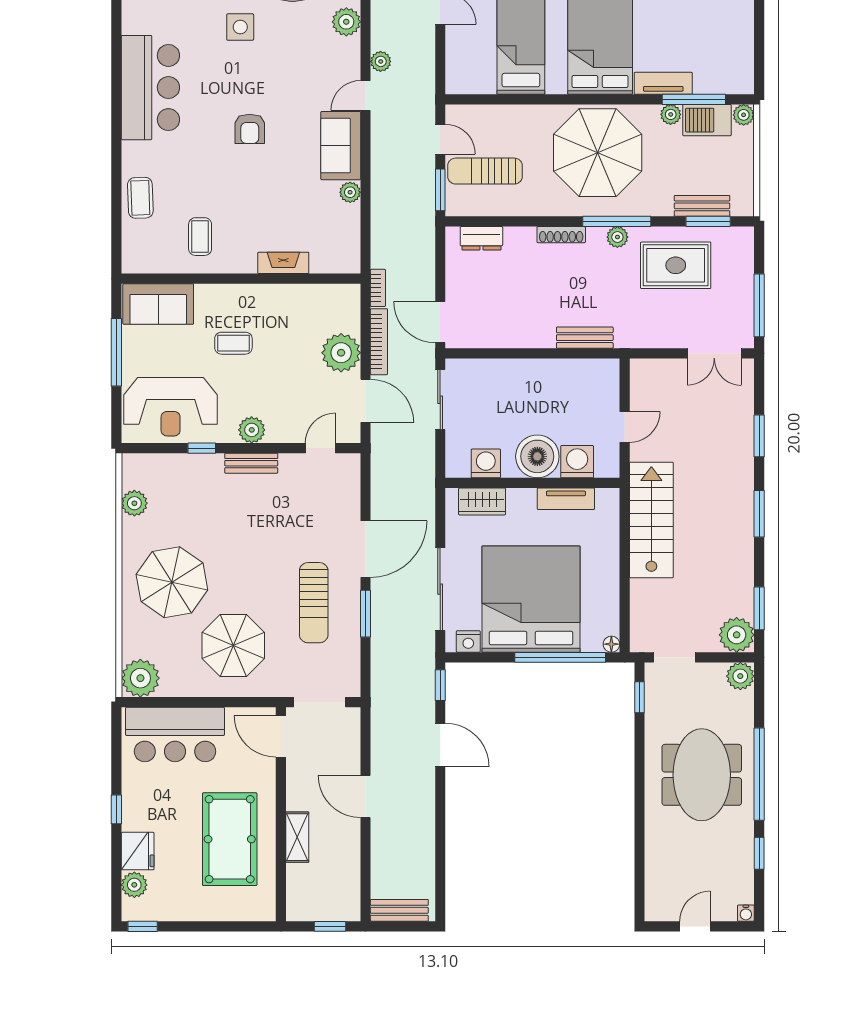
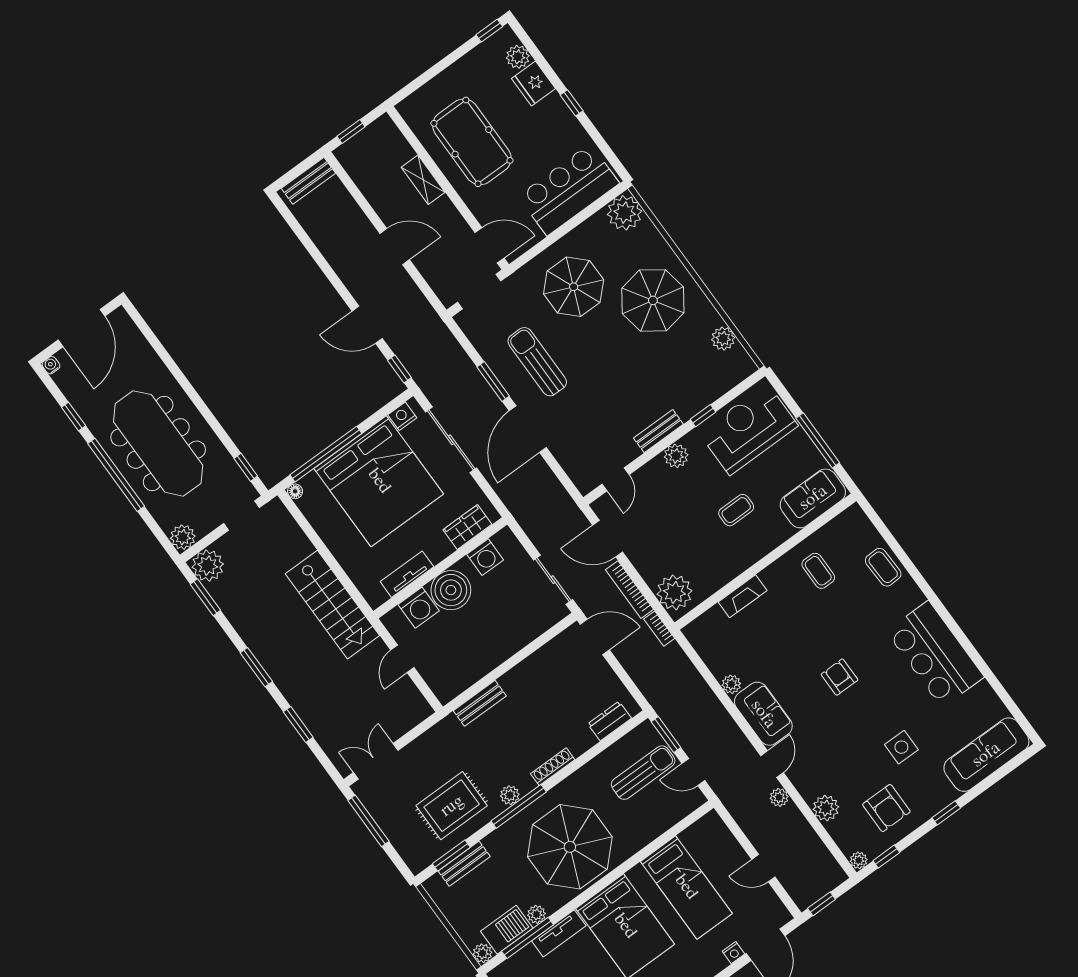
plant: (341, 353) -> (674, 592), moved
meeting table: (702, 775) -> (158, 443), width x1.36
door: (695, 926) -> (82, 328), width x1.88

